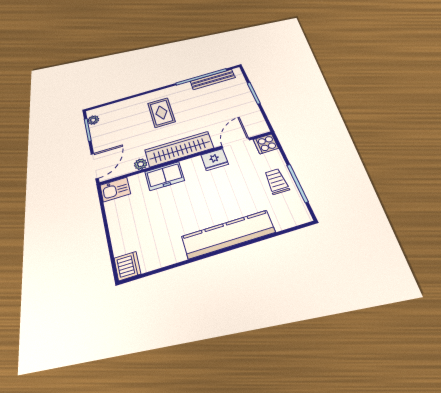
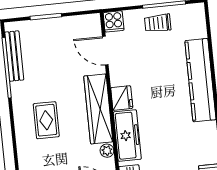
rug: (161, 113) -> (46, 120), turned 90
fridge: (215, 160) -> (122, 98), moved
freezer: (165, 176) -> (127, 136), width x1.40

